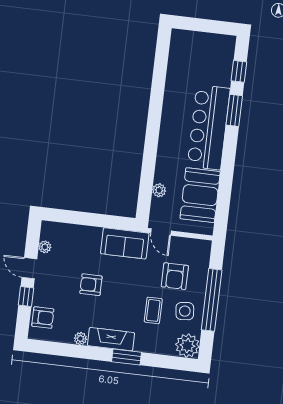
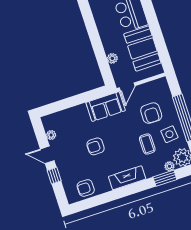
door: (161, 232) -> (127, 87), hinge flipped
armchair: (43, 318) -> (86, 188), moved, turned 180
plant: (80, 339) -> (169, 166), moved
window: (127, 357) -> (165, 178), moved

